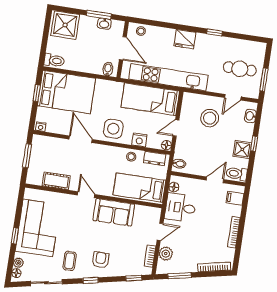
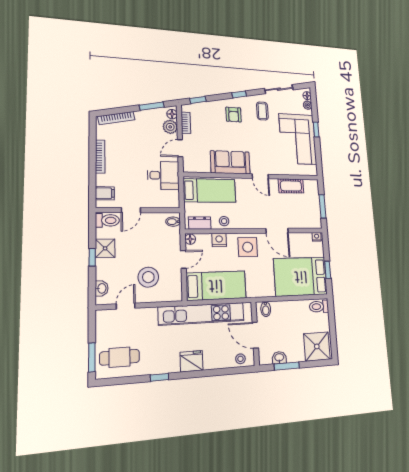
cafe table: (240, 69) -> (120, 357), moved
window: (264, 80) -> (92, 357), moved
floor lamp: (174, 187) -> (172, 114), moved

